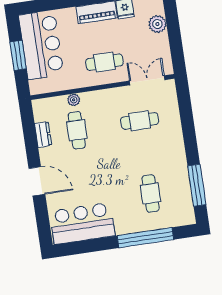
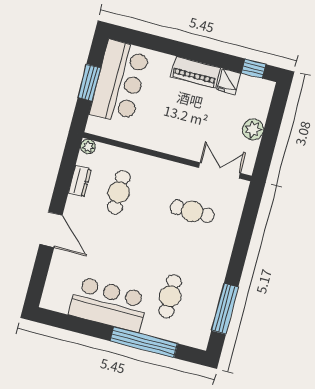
plant: (157, 24) -> (253, 129), moved
cafe table: (104, 62) -> (181, 130), removed
plant: (74, 100) -> (88, 147), moved
bar counter: (82, 223) -> (109, 304), moved

